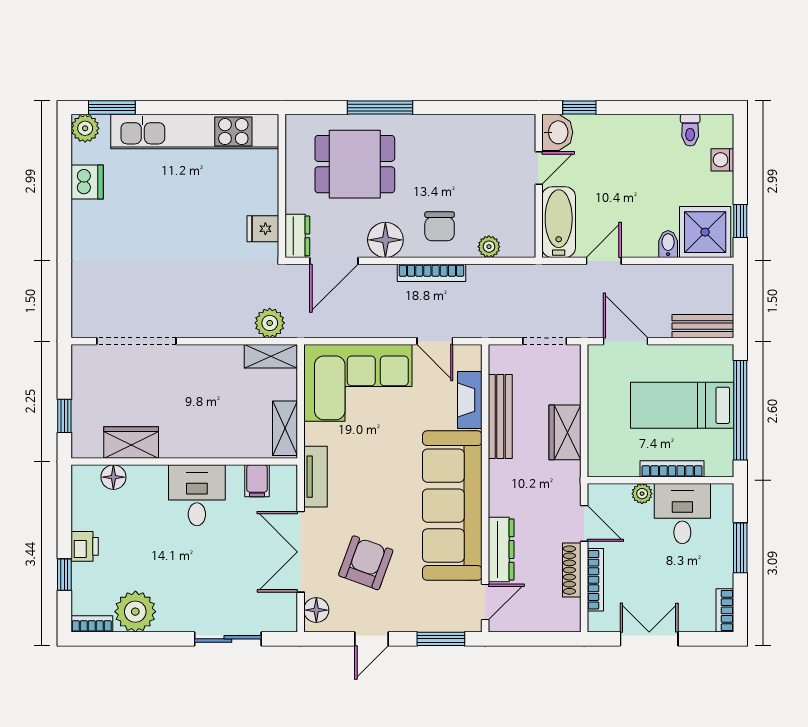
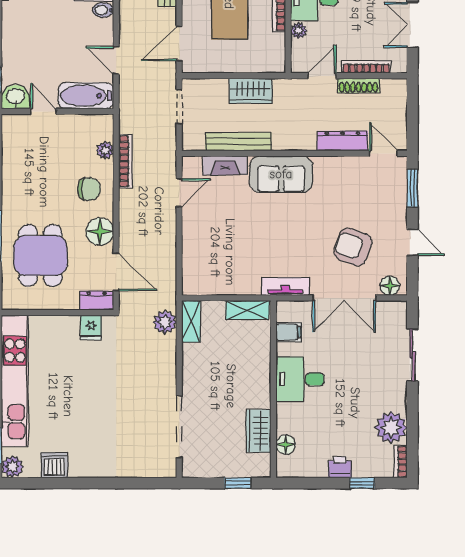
bookcase: (431, 273) -> (126, 161), moved
corner sofa: (358, 383) -> (212, 253), removed
sofa: (452, 506) -> (281, 174), width x0.54, depth x0.79

